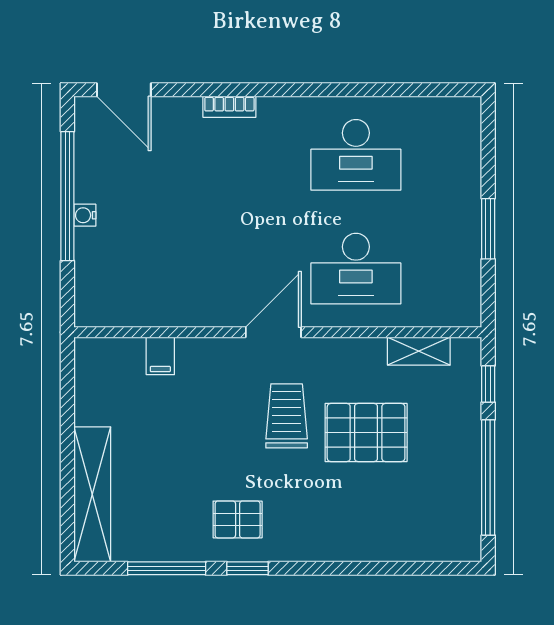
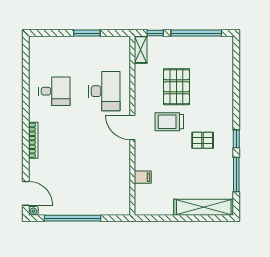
door: (124, 90) -> (26, 193), hinge flipped
bookcase: (229, 107) -> (33, 140), width x1.56
desk: (356, 155) -> (54, 91), width x0.73
water cooler: (85, 215) -> (33, 210), moved
shelving: (419, 351) -> (141, 50), moved
pallet: (238, 519) -> (203, 140), moved, turned 90

